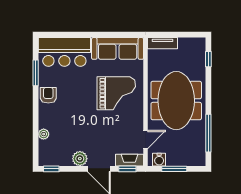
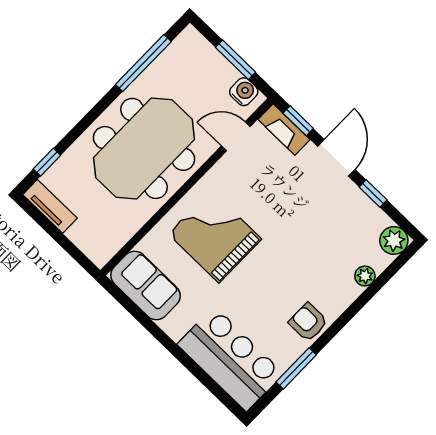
tv unit: (162, 43) -> (50, 206), moved
sofa: (118, 48) -> (146, 286), width x0.73
armchair: (48, 95) -> (308, 322), turned 90
plant: (80, 159) -> (394, 240), moved
window: (51, 169) -> (373, 194), moved

